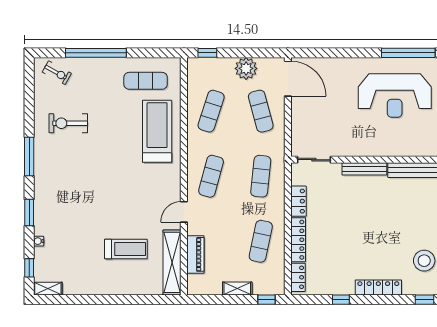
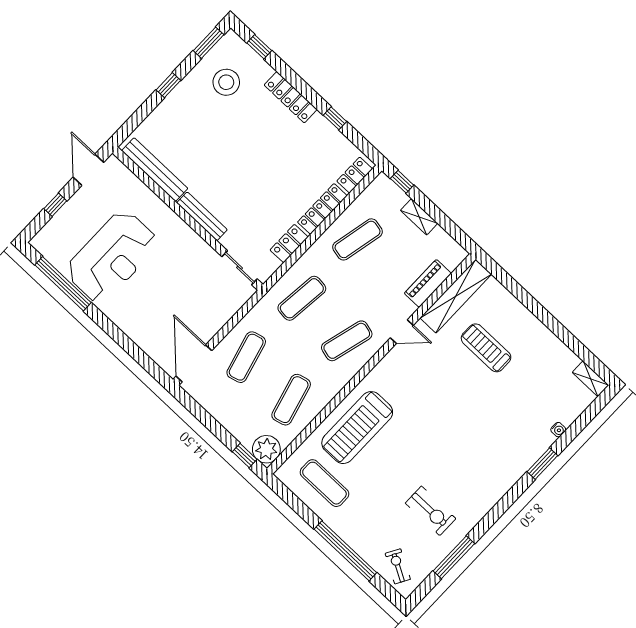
plant: (246, 68) -> (266, 449), moved
reception desk: (395, 96) -> (112, 257), turned 90
exercise mat: (211, 111) -> (291, 400), turned -33
window: (29, 157) -> (454, 557), moved
window: (29, 268) -> (590, 414), removed

